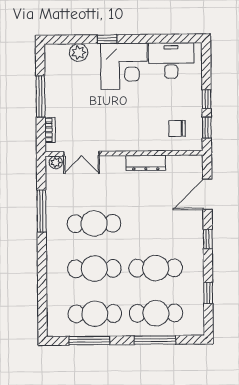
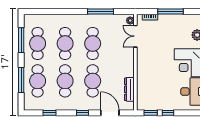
chair: (177, 129) -> (150, 95), removed
dresser: (146, 163) -> (129, 89), moved
cafe table: (155, 223) -> (93, 81), added

